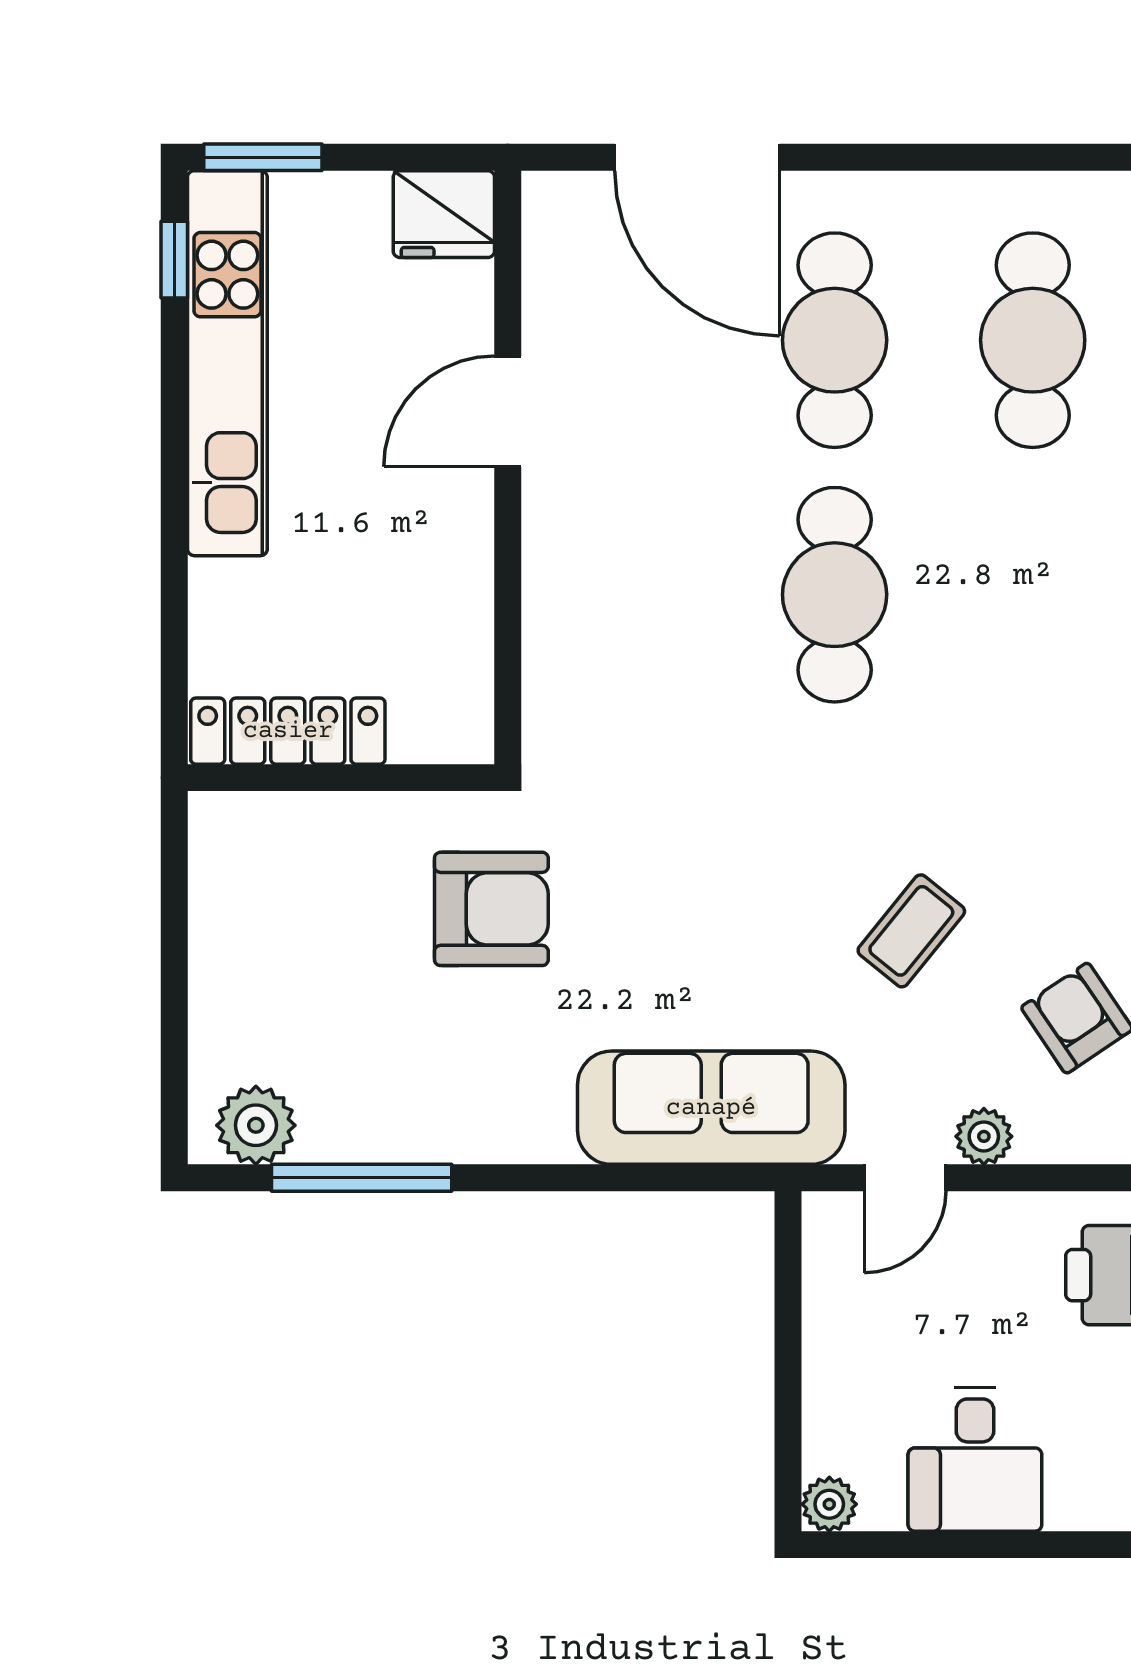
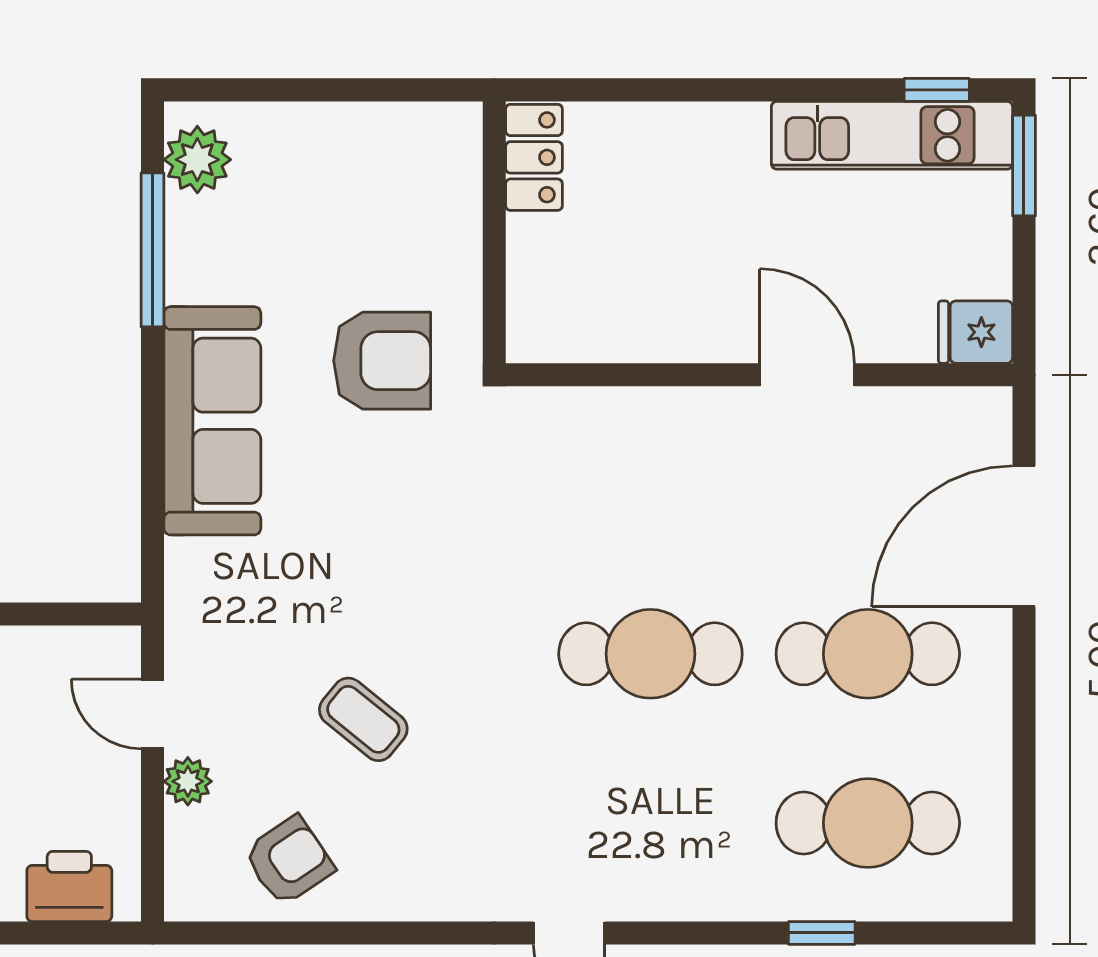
fridge: (444, 214) -> (975, 332), width x0.72
kitchen unit: (227, 363) -> (892, 135), width x0.73
locker: (288, 731) -> (534, 157), width x0.66
armchair: (491, 909) -> (382, 361), turned -90
sofa: (711, 1108) -> (212, 421), moved

